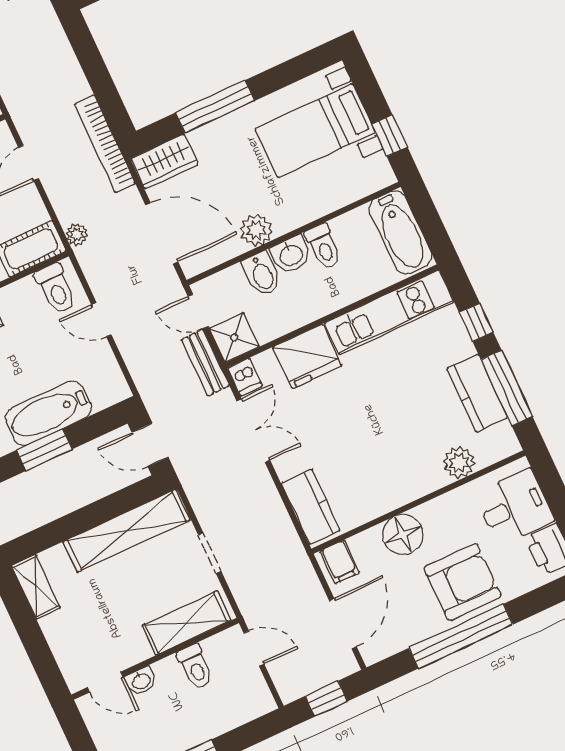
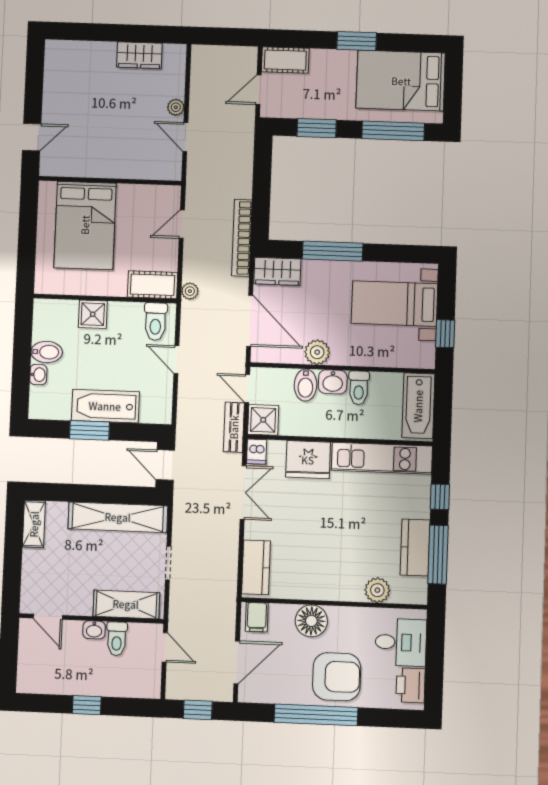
washbasin: (141, 681) -> (94, 630), moved

